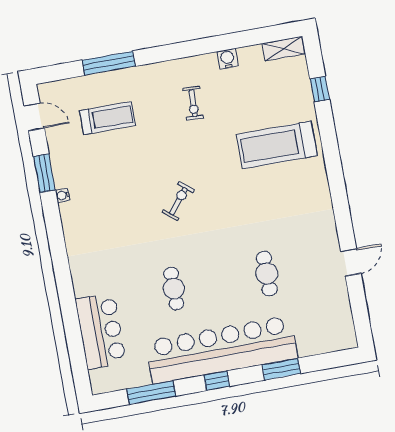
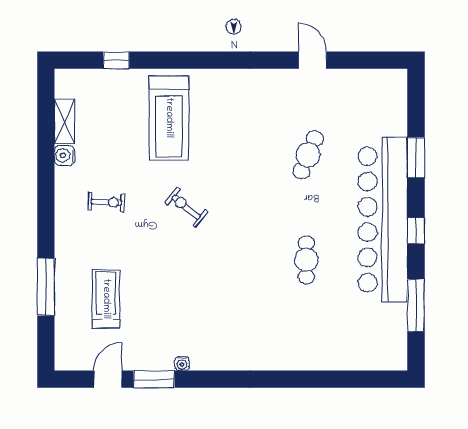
shelving: (283, 49) -> (65, 121), moved
door: (34, 117) -> (108, 379), moved
exercise bike: (178, 201) -> (186, 207), moved
cafe table: (267, 274) -> (308, 155), turned -68
cafe table: (174, 289) -> (306, 260), turned 90
bar counter: (101, 331) -> (338, 349), removed

